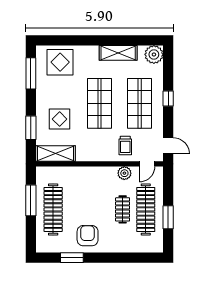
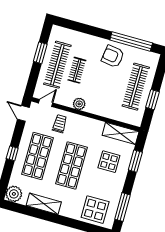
plant: (124, 173) -> (79, 104), moved
window: (31, 200) -> (152, 100), width x0.69
armchair: (88, 236) -> (113, 56), turned 98
window: (72, 258) -> (131, 41), width x2.11

